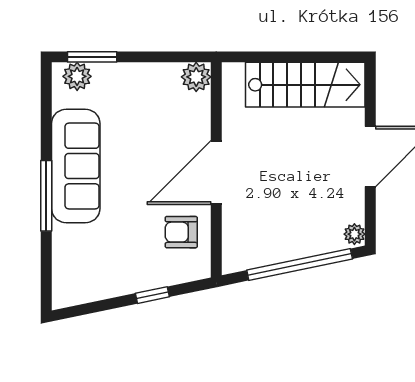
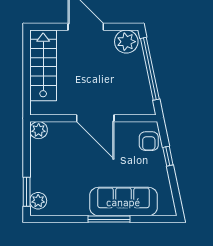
sofa: (76, 166) -> (123, 202), moved
armchair: (181, 232) -> (149, 141), moved
plant: (354, 234) -> (126, 42), width x1.88, depth x1.88

